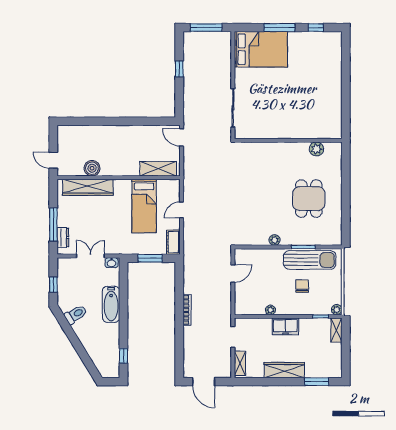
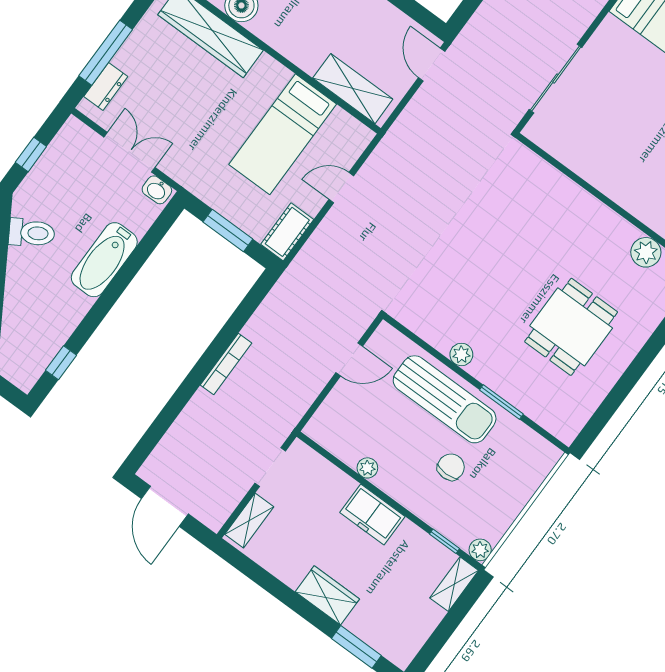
sun lounger: (310, 260) -> (445, 399), moved
wardrobe: (284, 370) -> (327, 595), width x0.67

